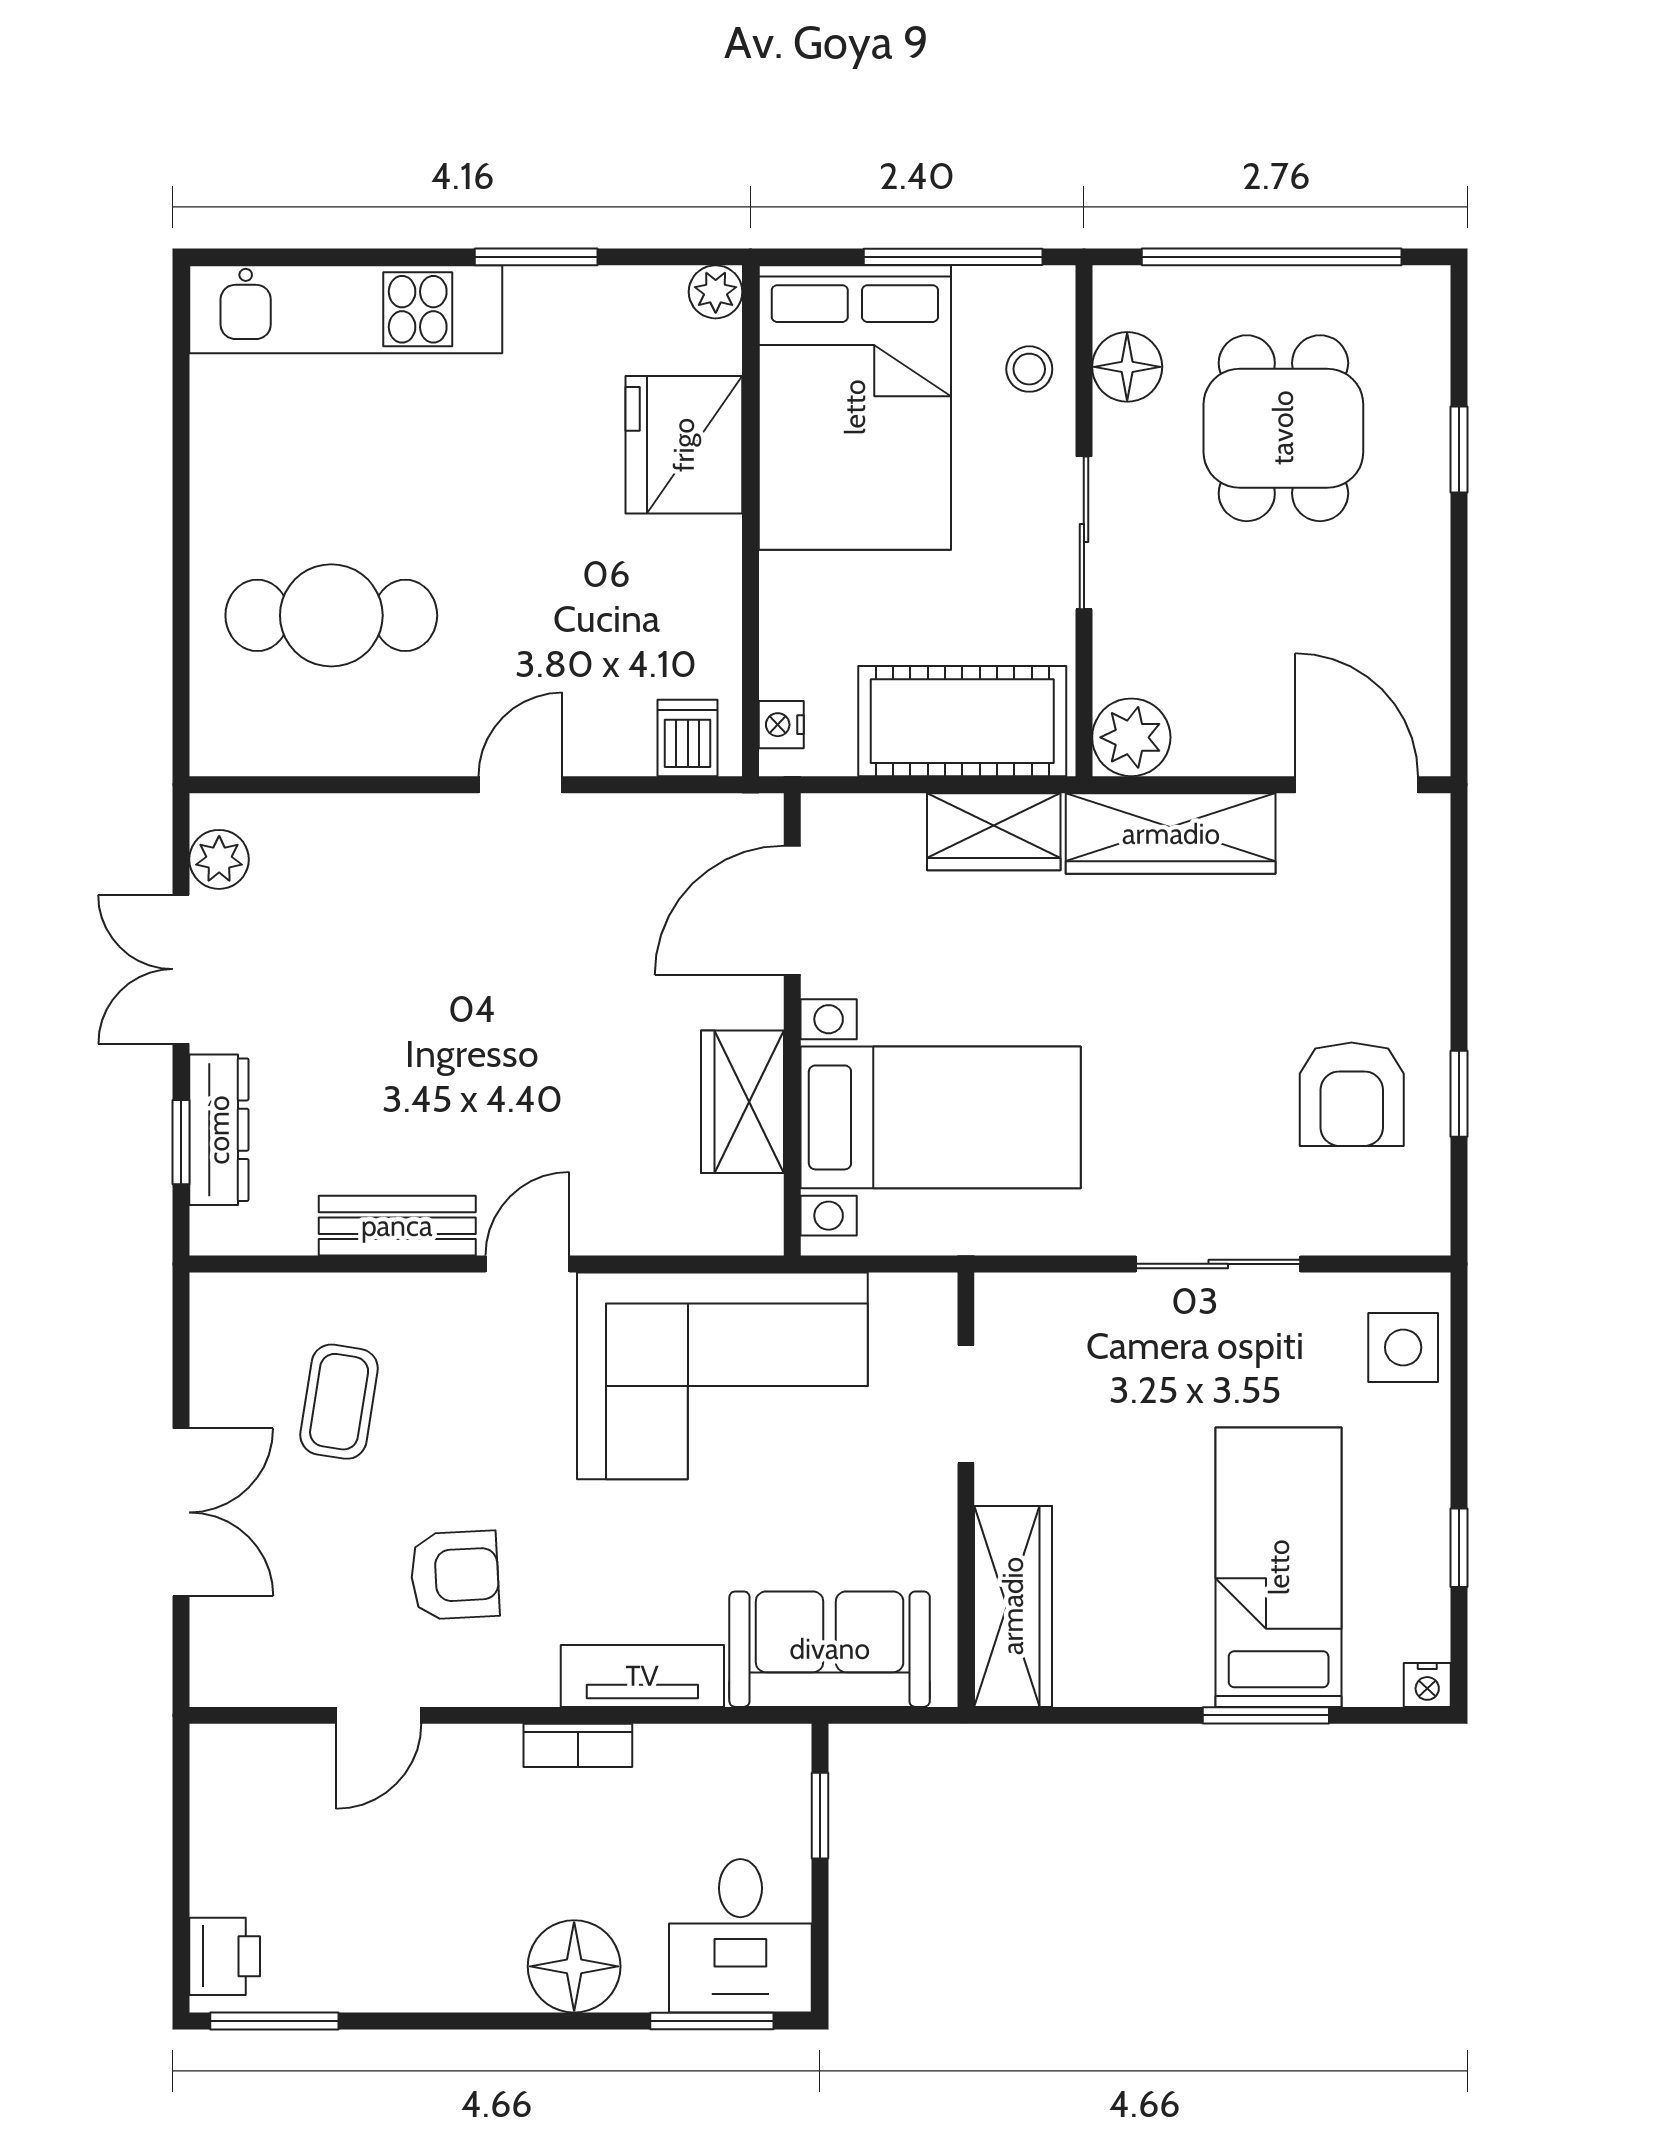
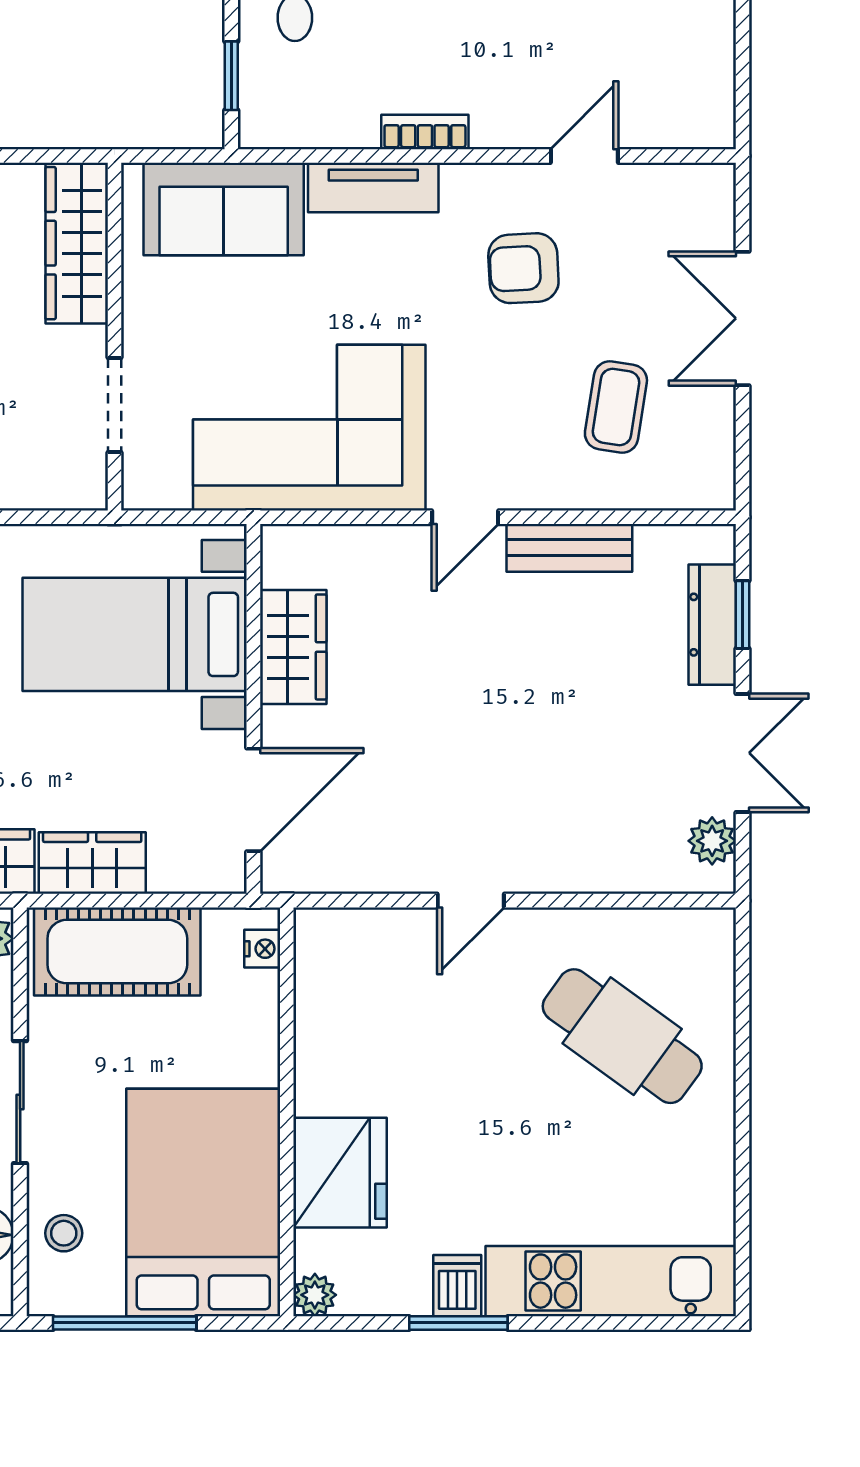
cafe table: (331, 615) -> (622, 1036), turned 36
dishwasher: (688, 738) -> (457, 1286), moved, turned 180

